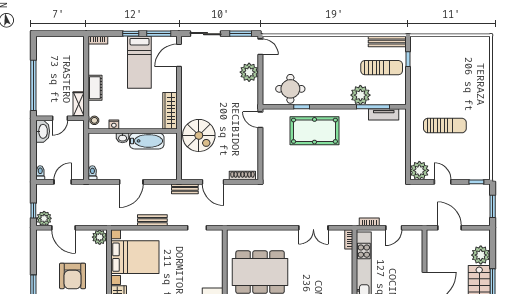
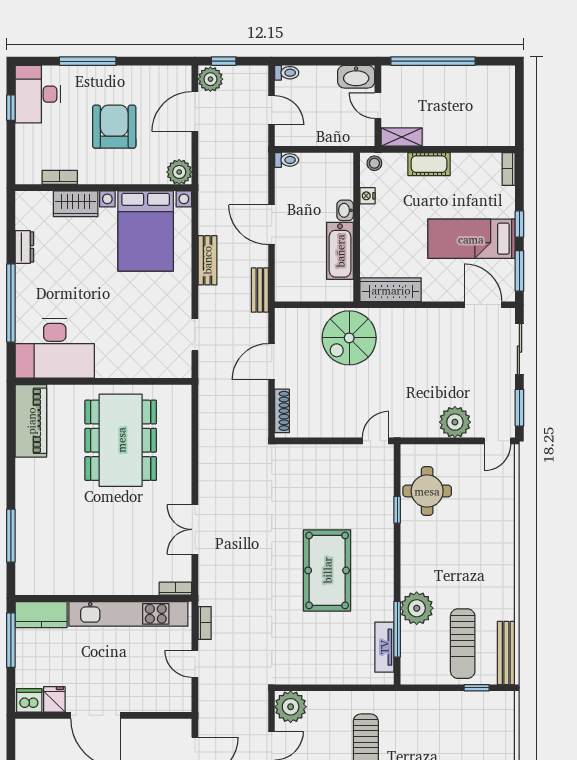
pool table: (314, 131) -> (327, 570), moved
bench: (185, 189) -> (260, 290), moved
armchair: (73, 276) -> (114, 127), turned 90

